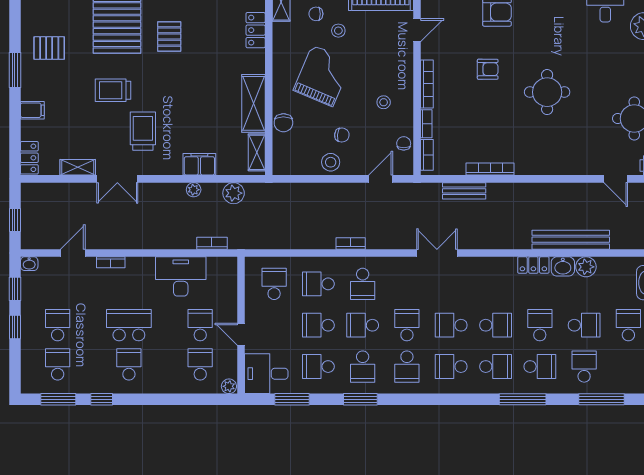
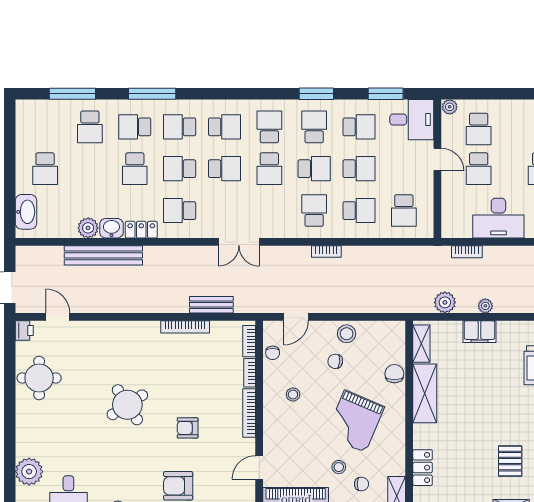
round table: (547, 92) -> (127, 405), turned -33
school desk: (584, 325) -> (180, 211), moved

